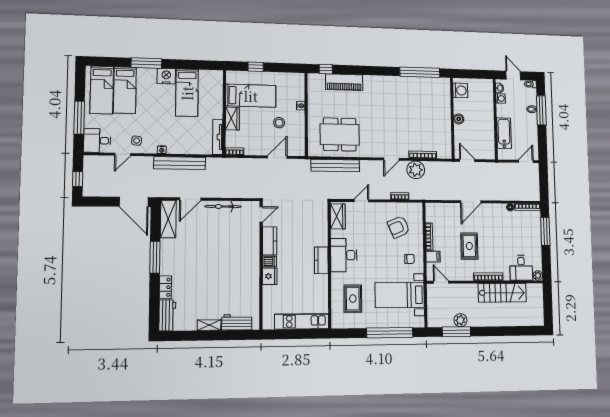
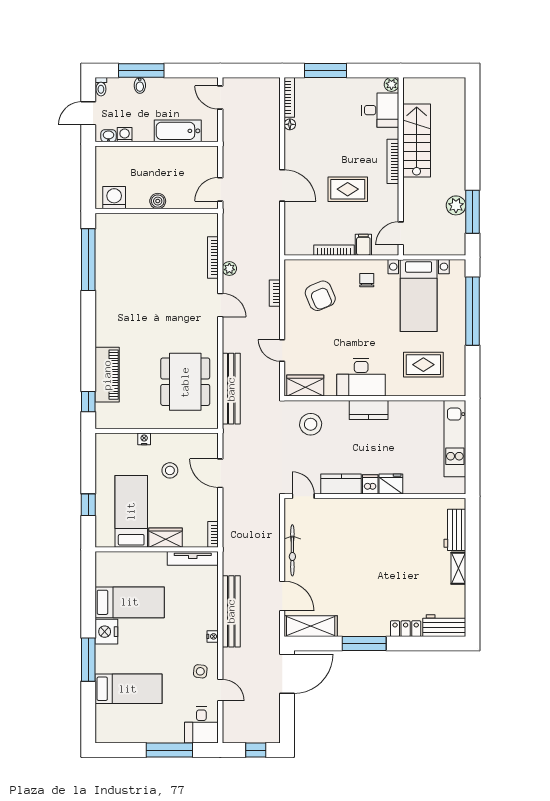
bed: (102, 90) -> (129, 720), removed
plant: (416, 170) -> (229, 269), width x0.53, depth x0.53
stool: (311, 220) -> (311, 424), added

